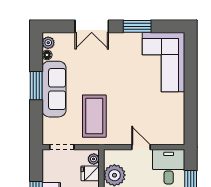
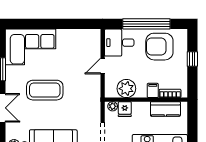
coffee table: (94, 116) -> (45, 90), moved

